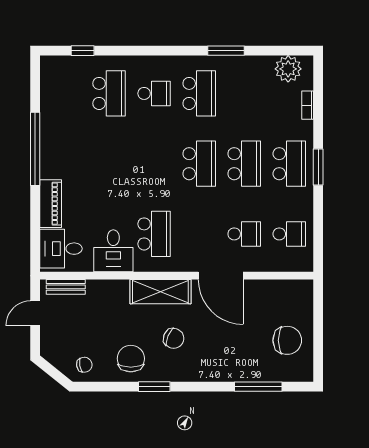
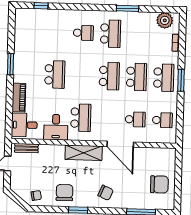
school desk: (109, 93) -> (55, 74), moved
window: (35, 149) -> (11, 64), width x0.47
chair: (174, 338) -> (106, 193), moved

